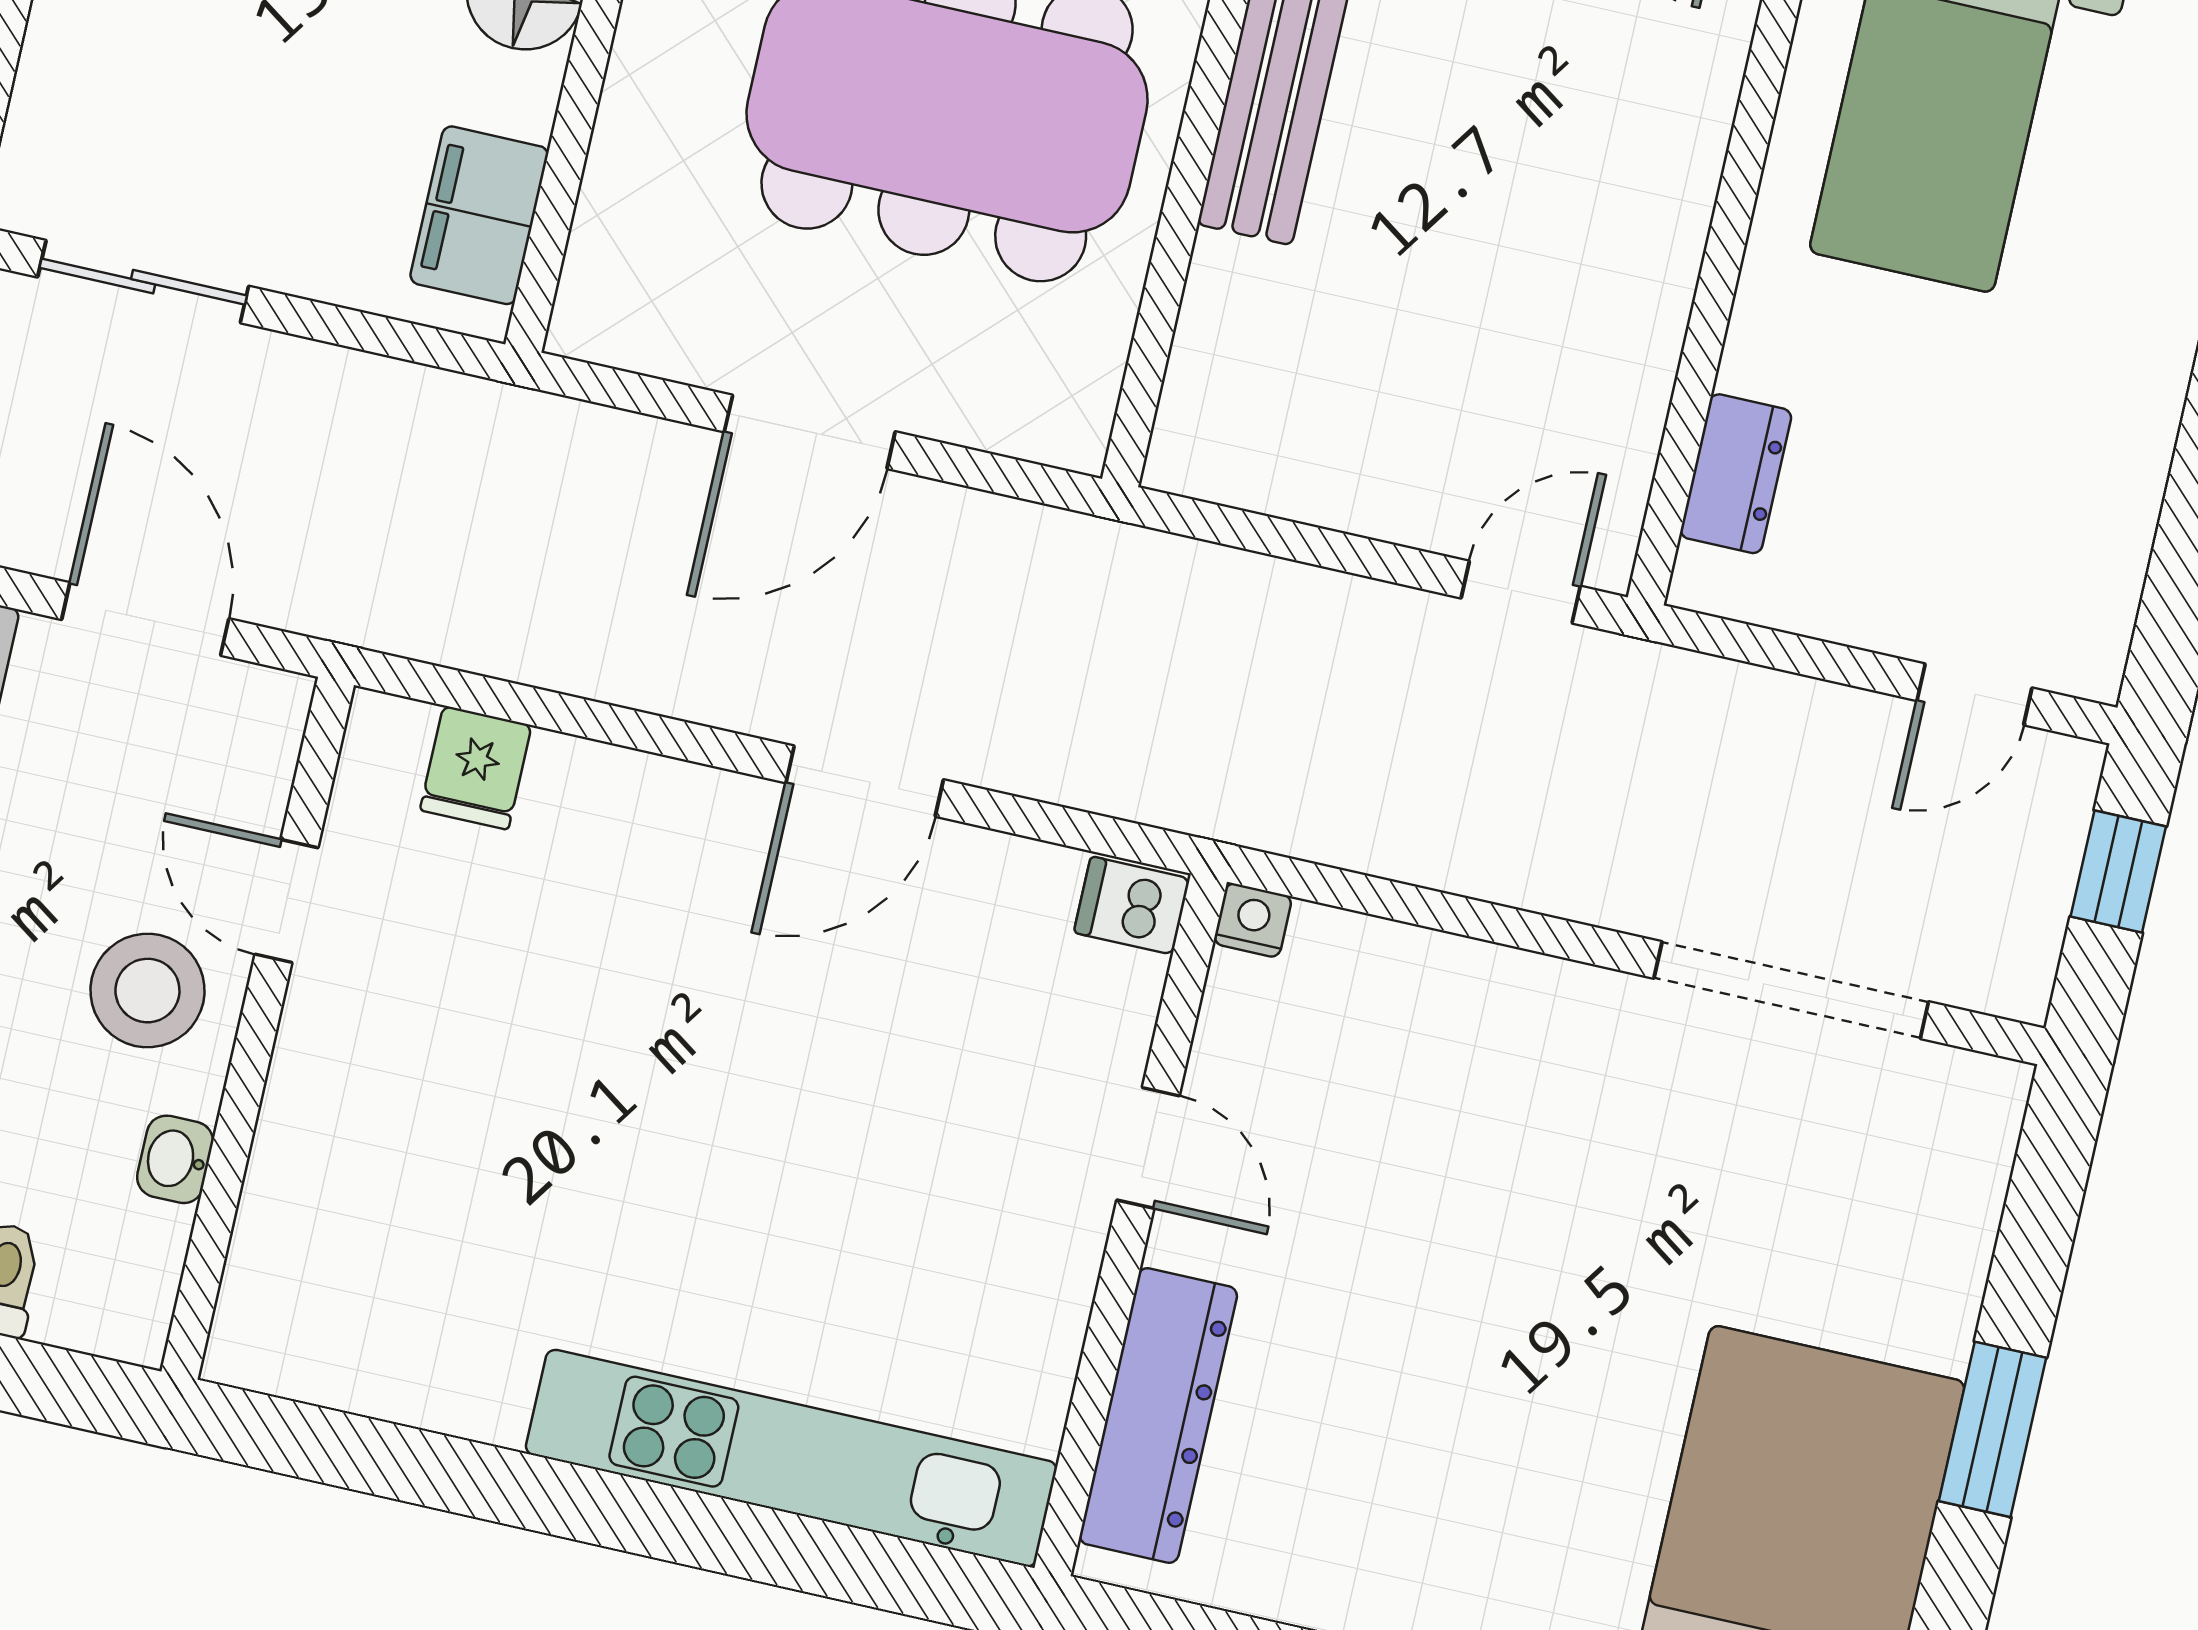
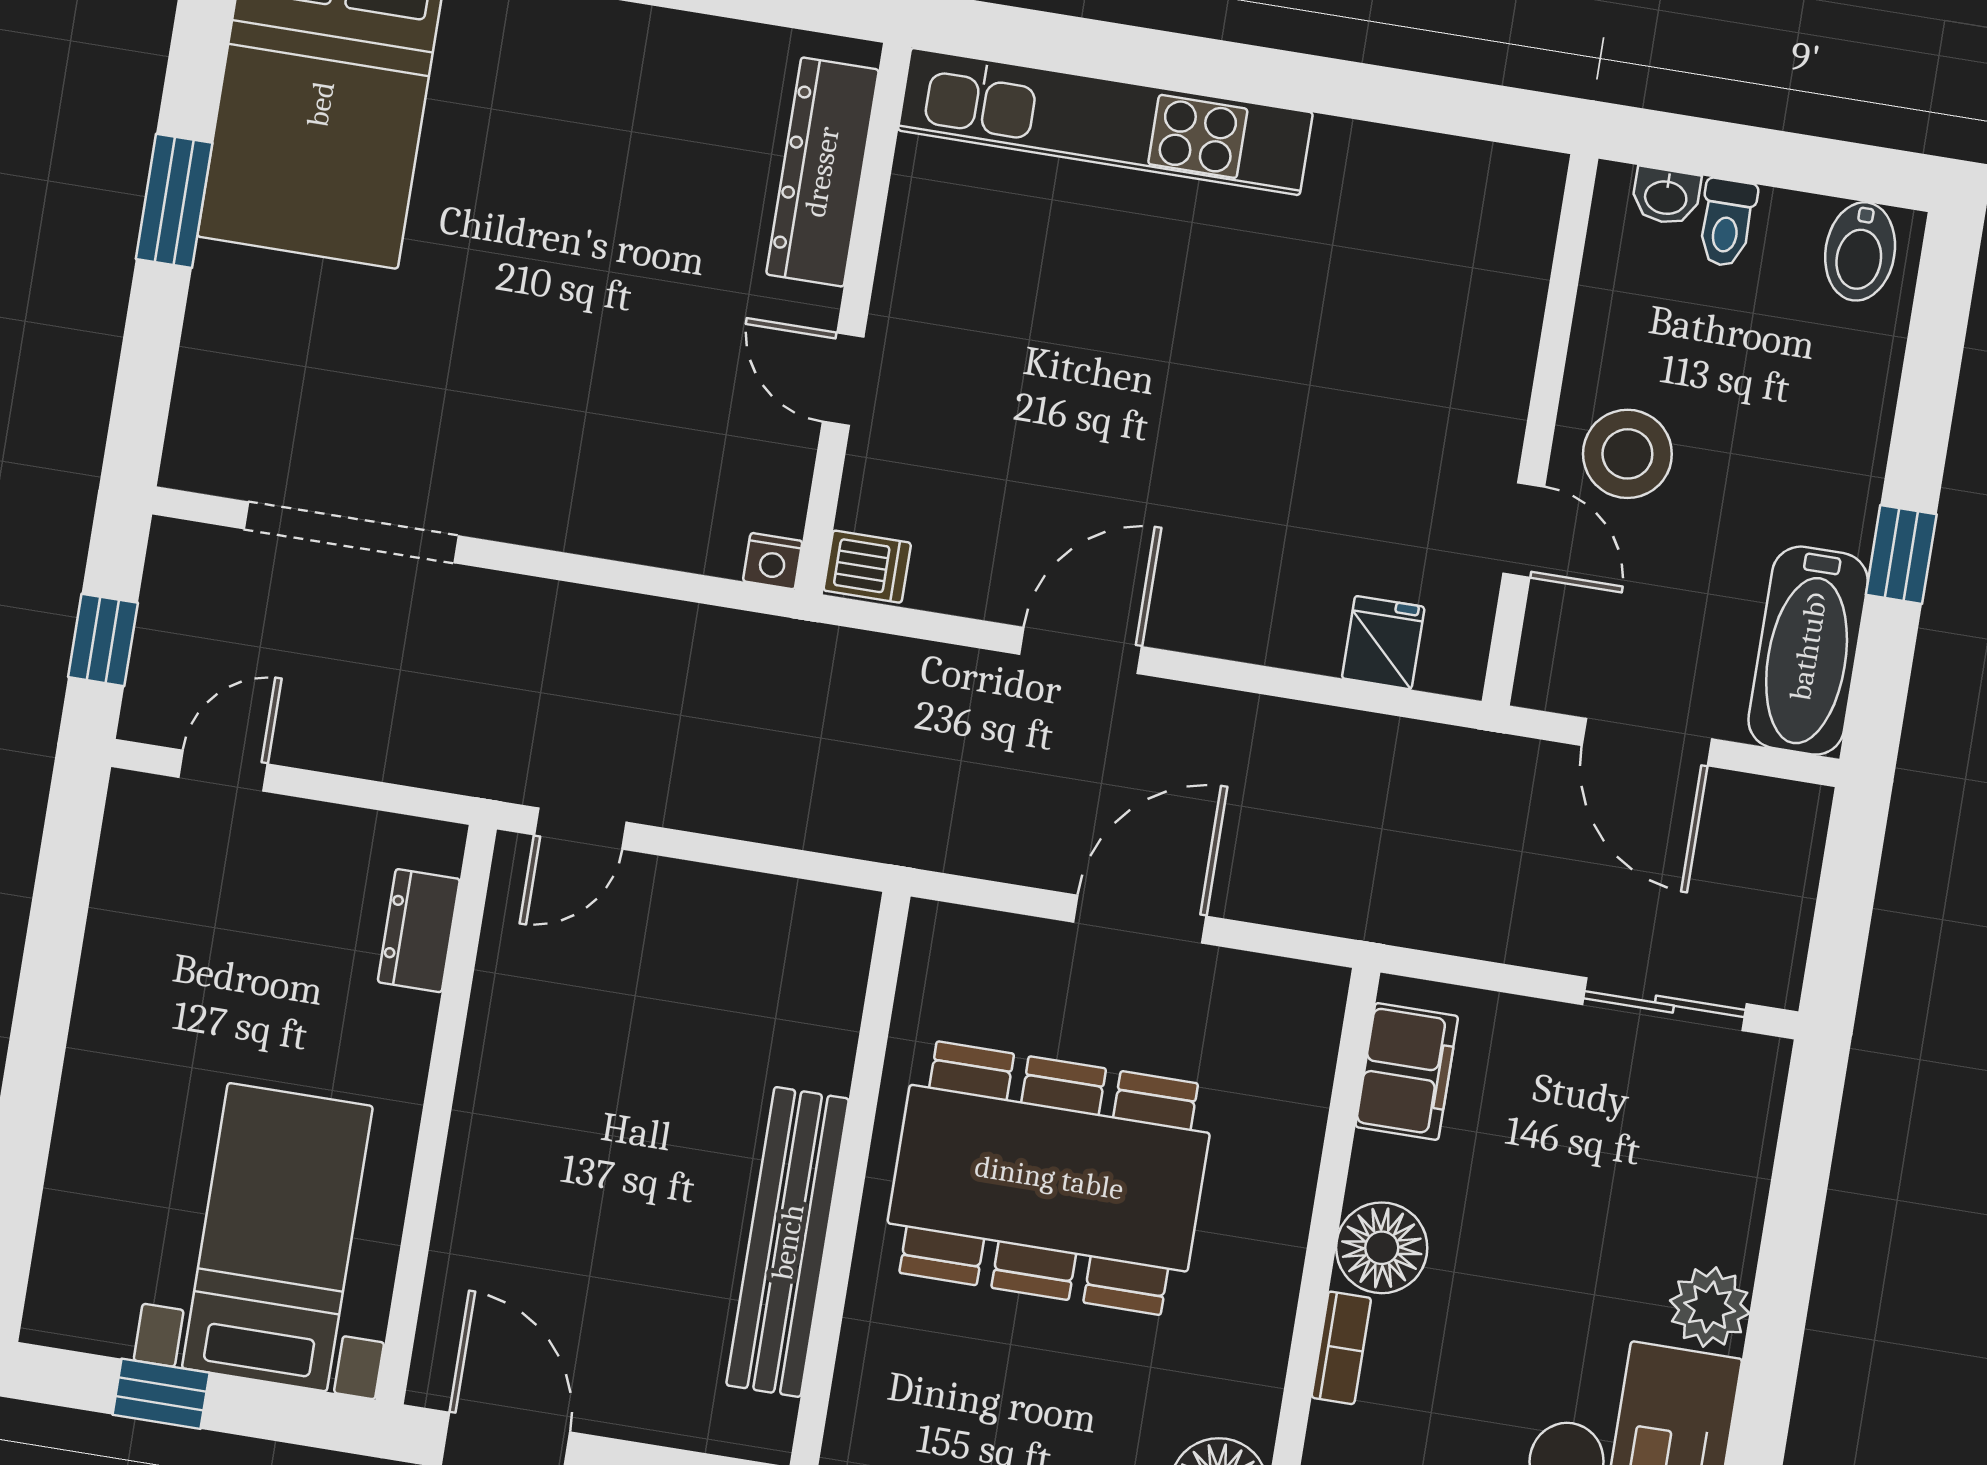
washbasin: (175, 1159) -> (1666, 196), moved, turned 90

